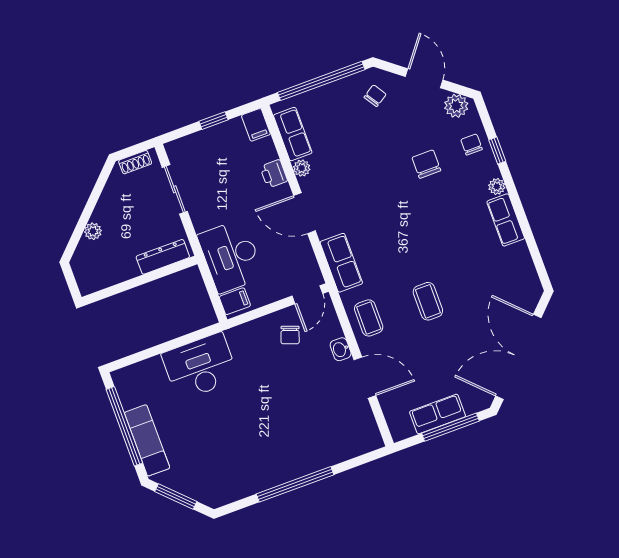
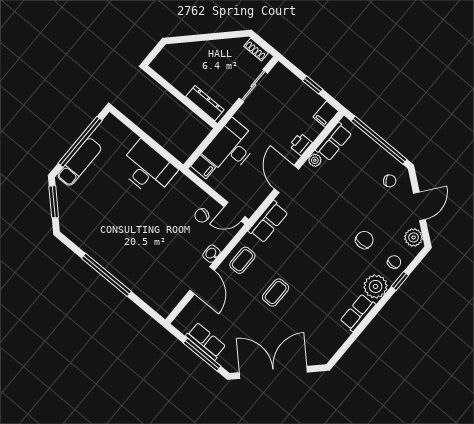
plant: (497, 186) -> (376, 286), width x1.88, depth x1.88
plant: (93, 231) -> (195, 48), removed

